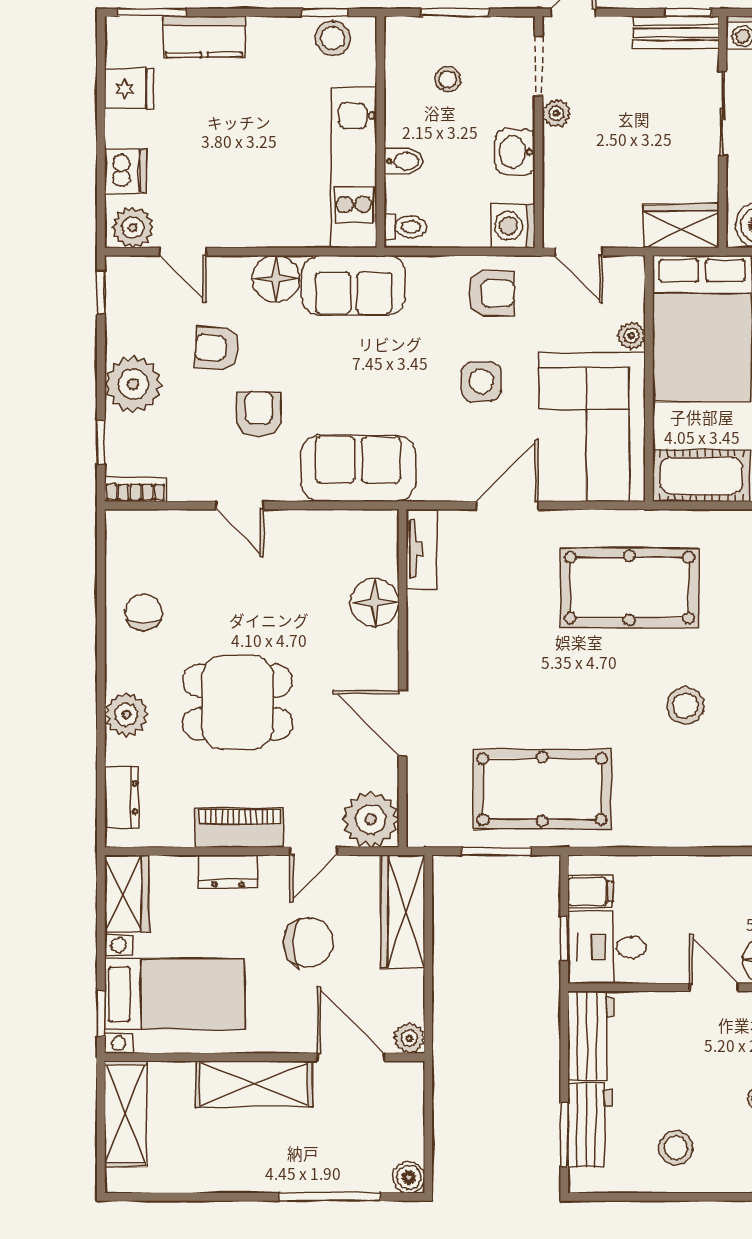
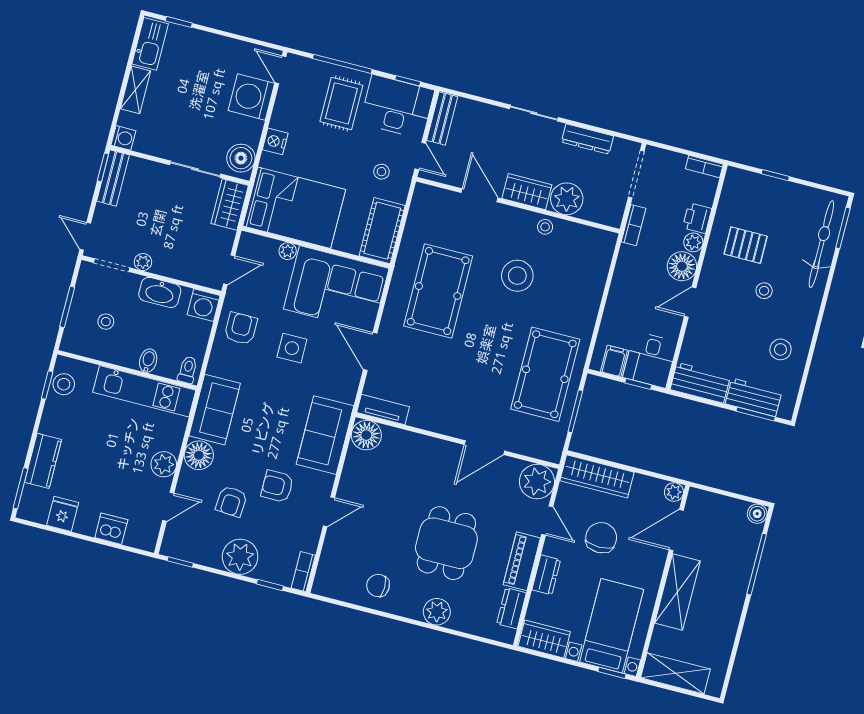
sliding door: (722, 114) -> (195, 169), moved
washbasin: (515, 152) -> (160, 292), width x1.38
plant: (133, 227) -> (164, 464), moved
floor lamp: (375, 603) -> (366, 435), moved
stool: (685, 706) -> (517, 276), width x1.38, depth x1.38
dresser: (122, 797) -> (511, 608), moved, turned -90

